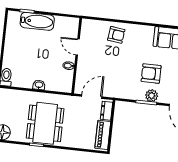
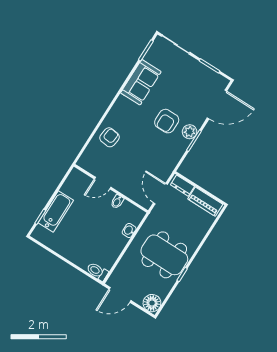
washbasin: (39, 85) -> (129, 230), moved

